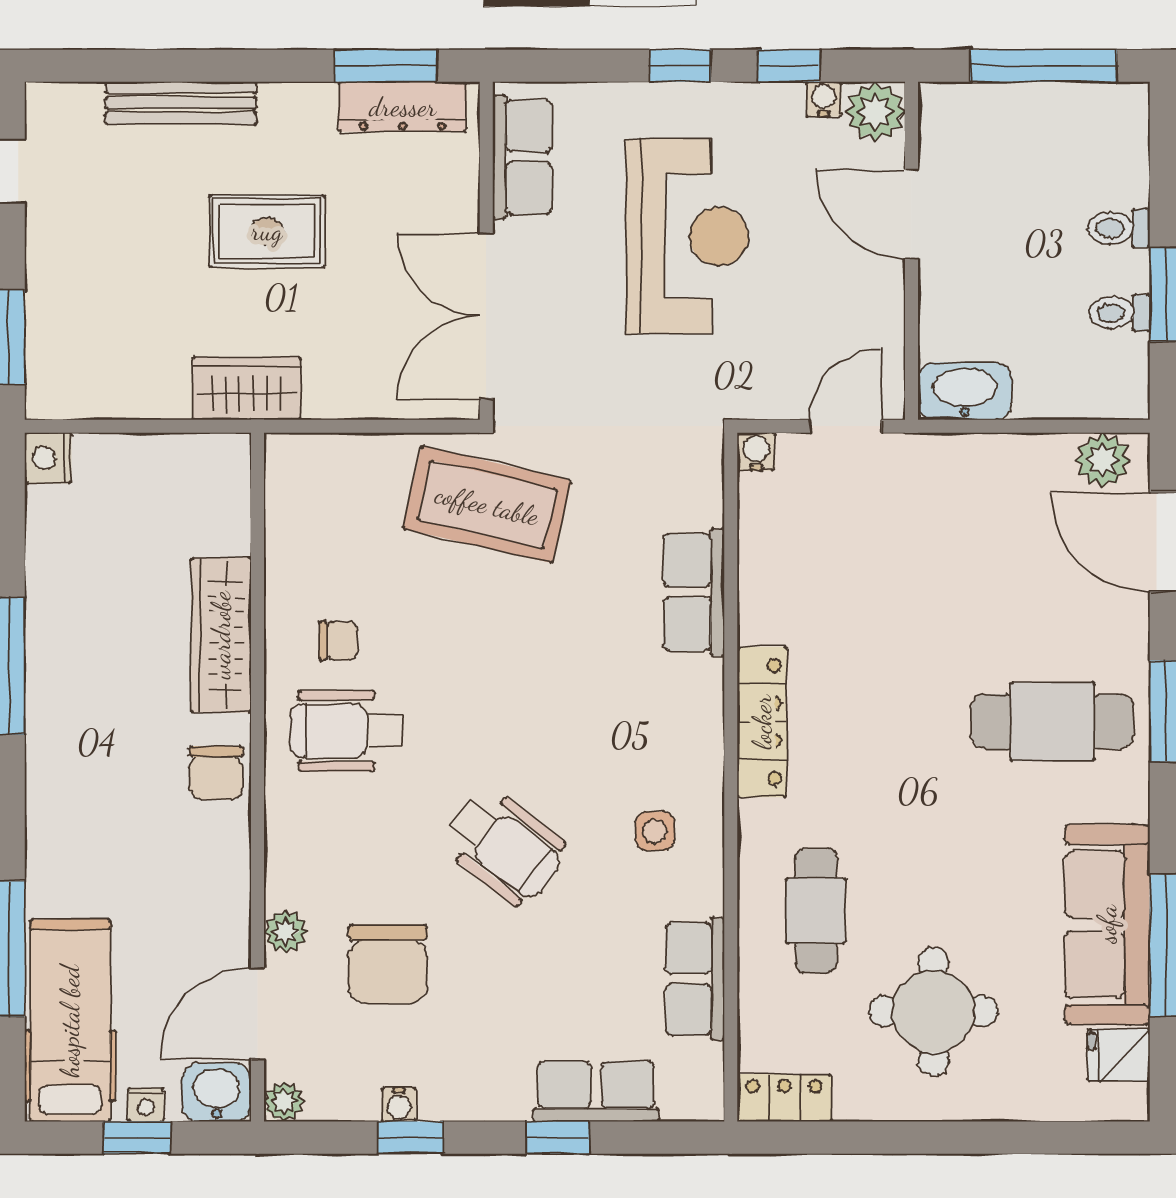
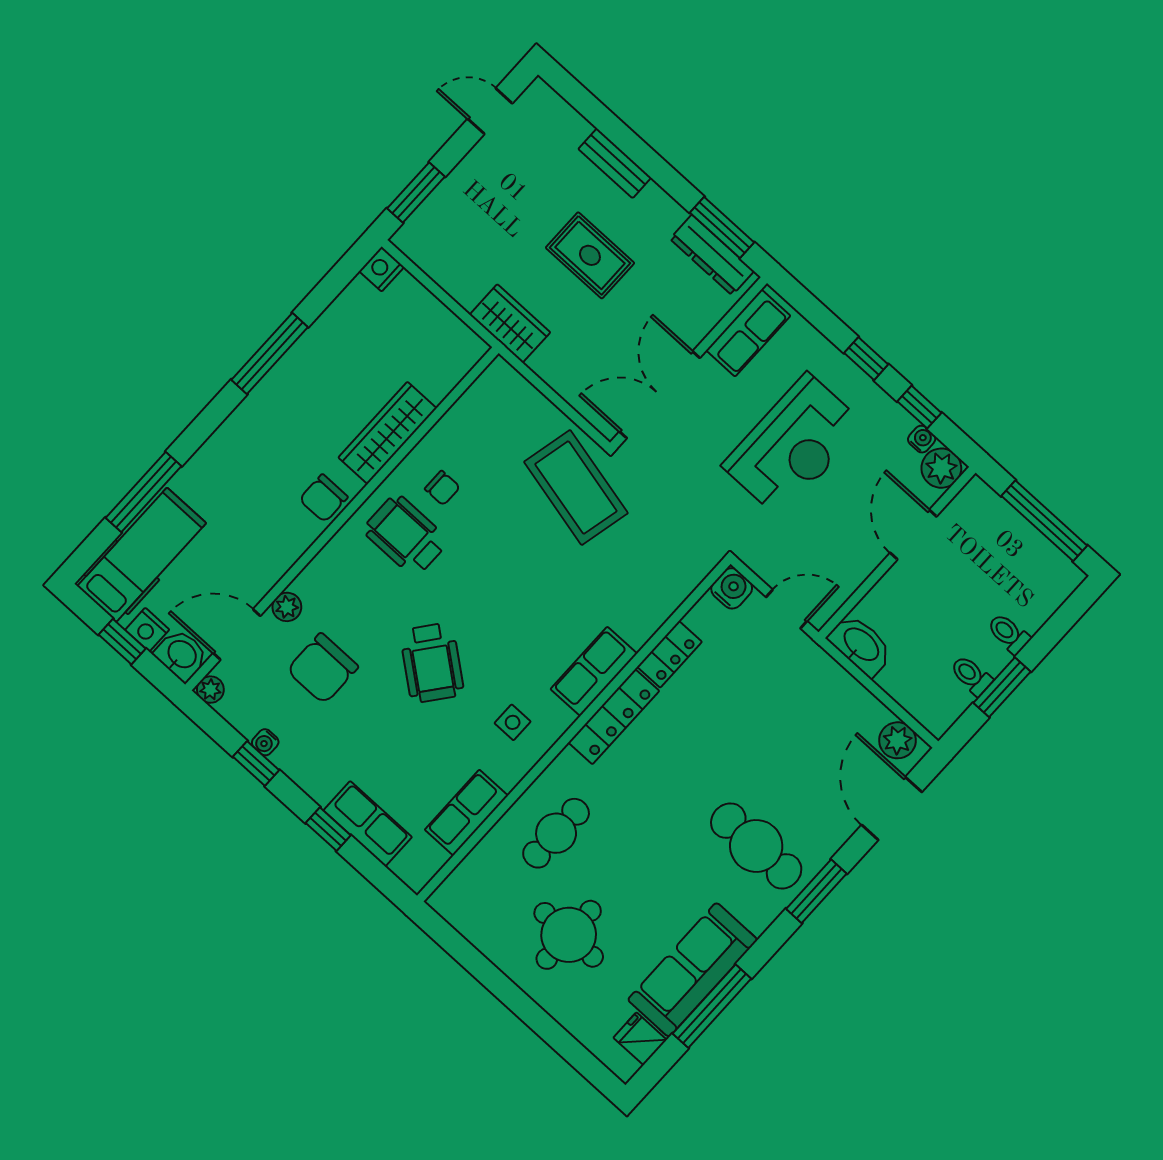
bench: (181, 103) -> (615, 163), width x0.73
water cooler: (756, 452) -> (732, 588), width x1.38, depth x1.38
row of seats: (694, 592) -> (594, 671), moved
locker: (784, 1098) -> (669, 654), moved, turned 90
nightstand: (146, 1105) -> (147, 630), width x1.39, depth x1.35

